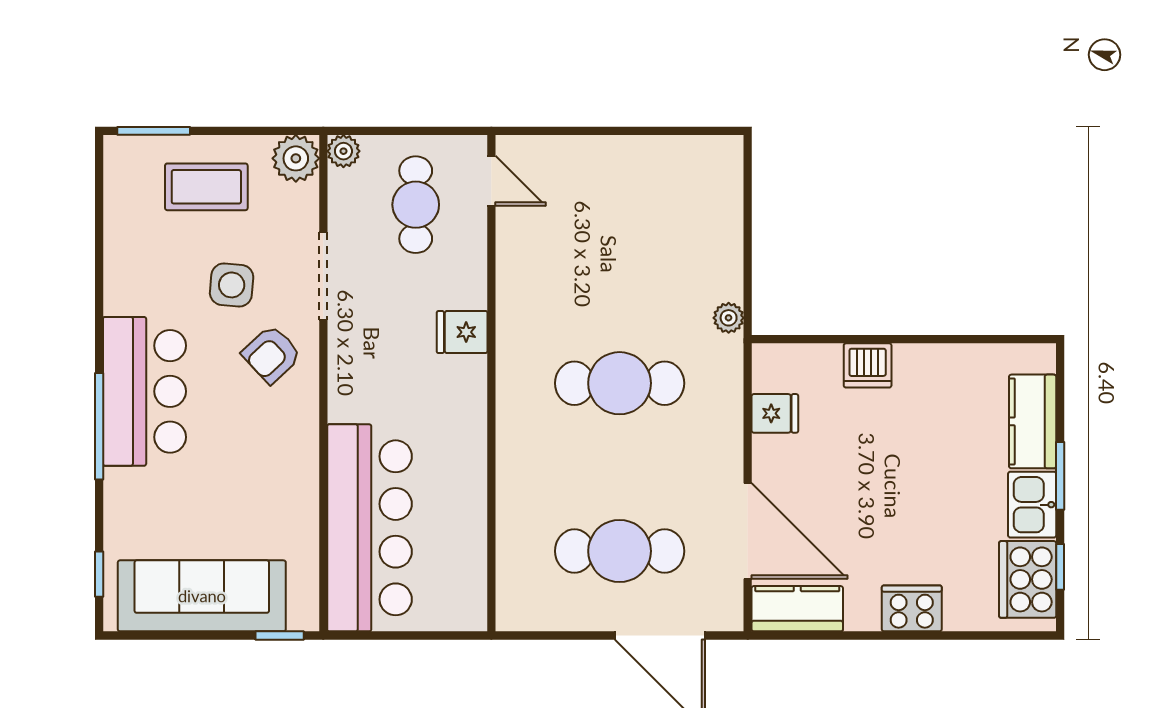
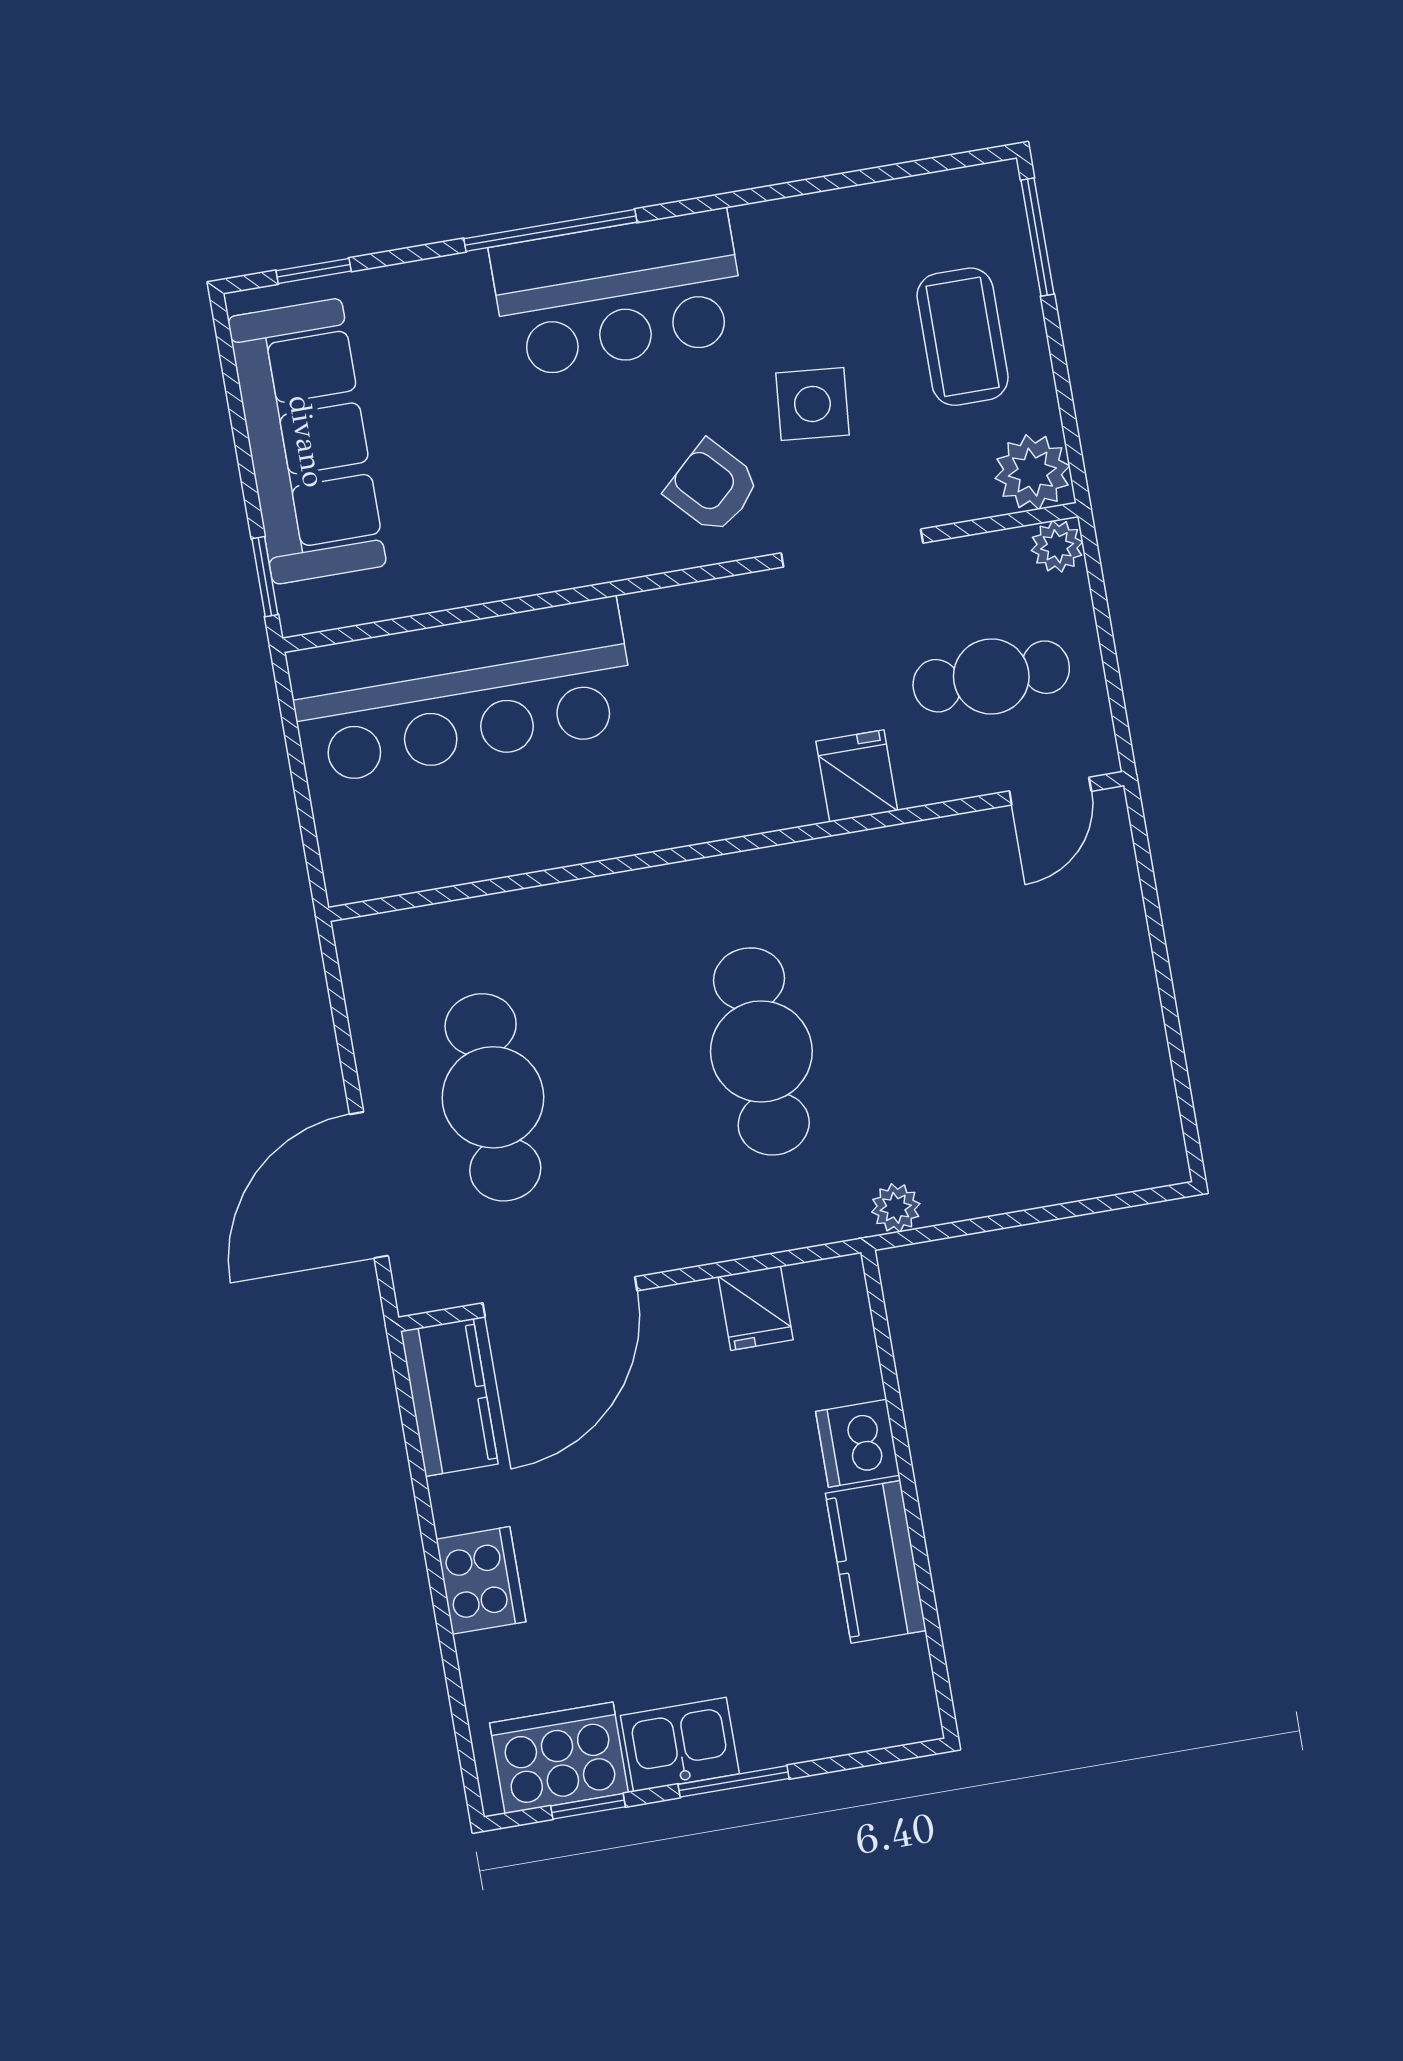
fridge: (462, 332) -> (857, 776), moved
kitchen counter: (1033, 421) -> (876, 1562), moved, turned -90

